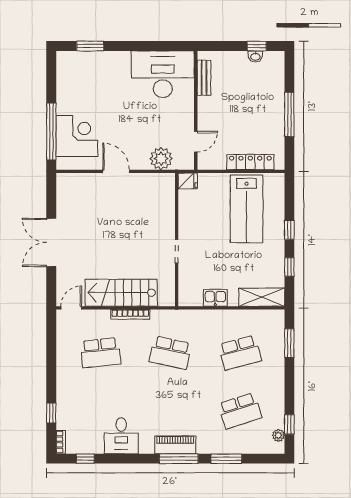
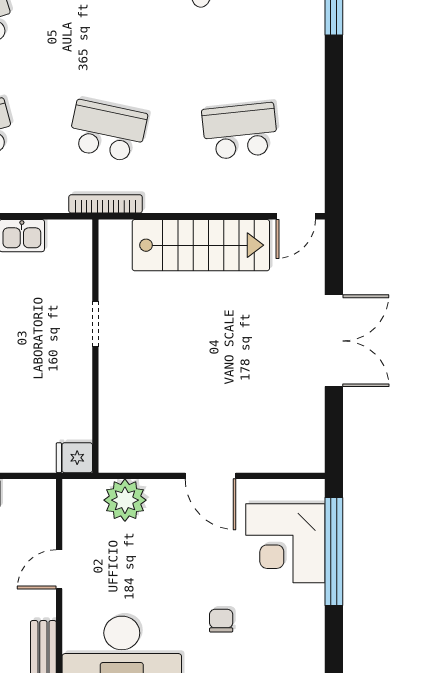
chair: (111, 95) -> (221, 621), added
door: (196, 142) -> (59, 569), moved
bookcase: (130, 314) -> (105, 204), moved

